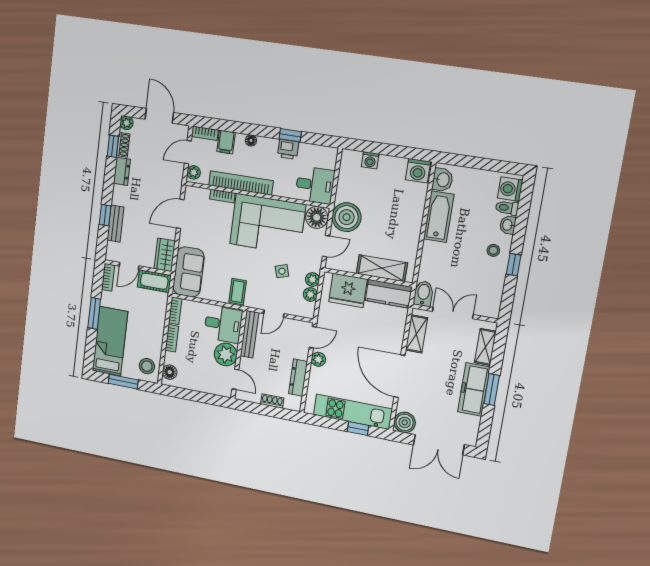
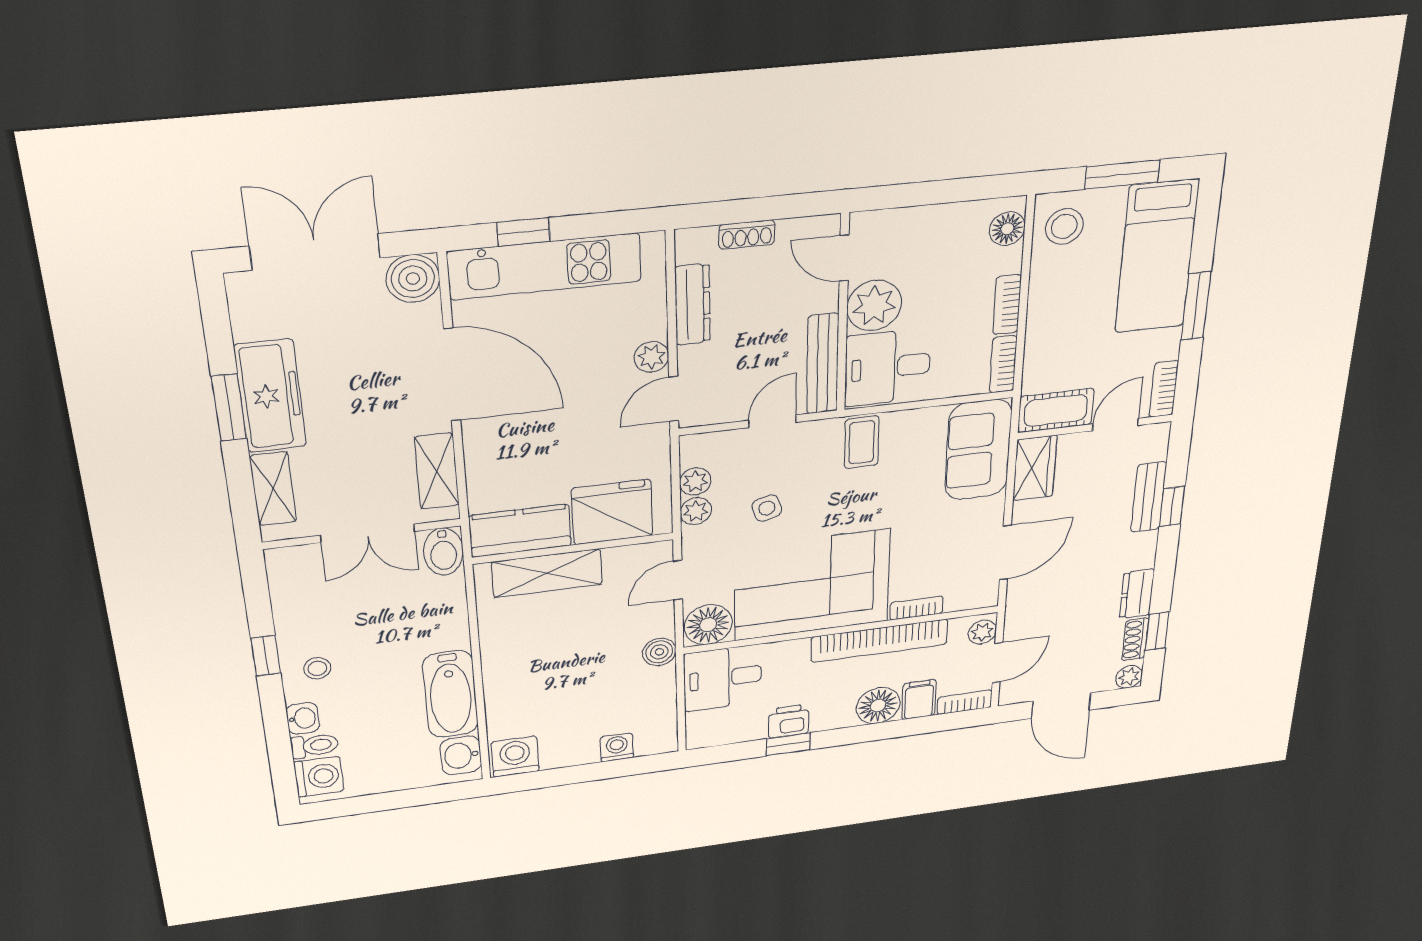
floor lamp: (251, 140) -> (878, 706), width x1.89, depth x1.89
boiler: (347, 217) -> (659, 652), width x0.54, depth x0.54

